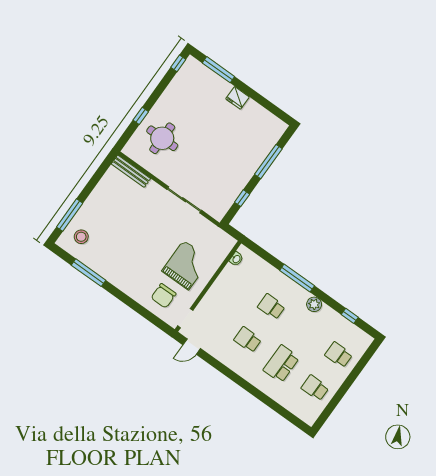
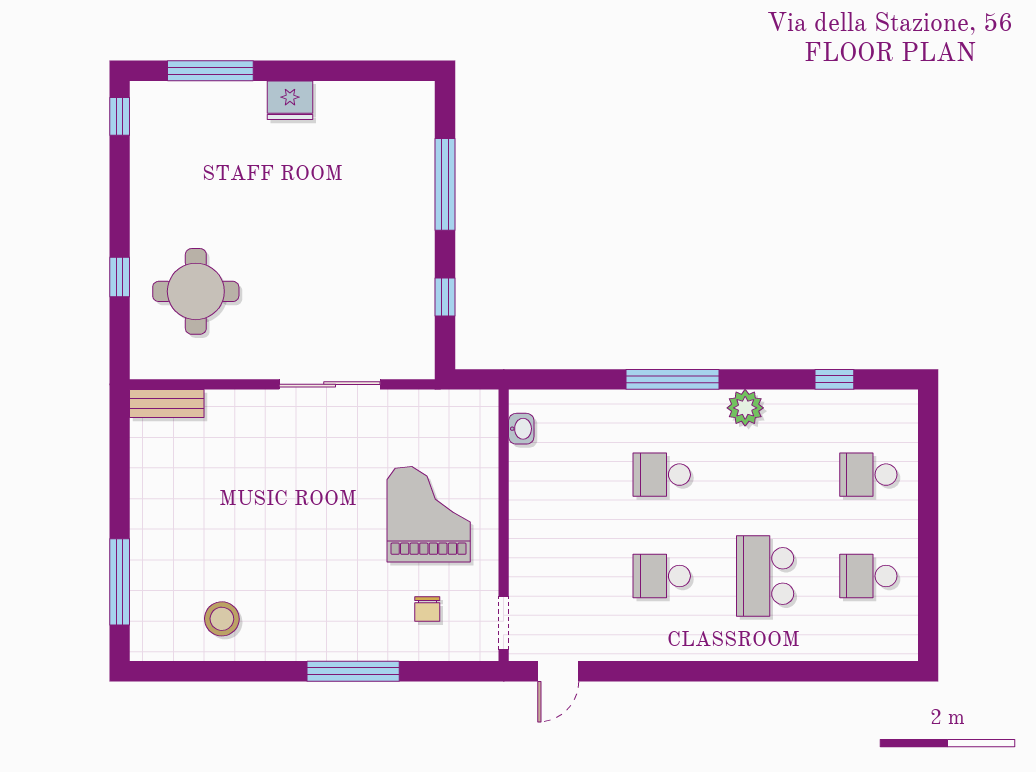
bench: (131, 171) -> (167, 404), width x0.73
stool: (81, 237) -> (222, 619), moved
window: (89, 273) -> (353, 671), moved
chair: (164, 296) -> (427, 609), width x0.54, depth x0.54

